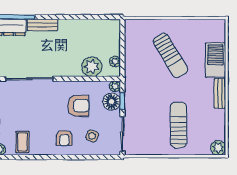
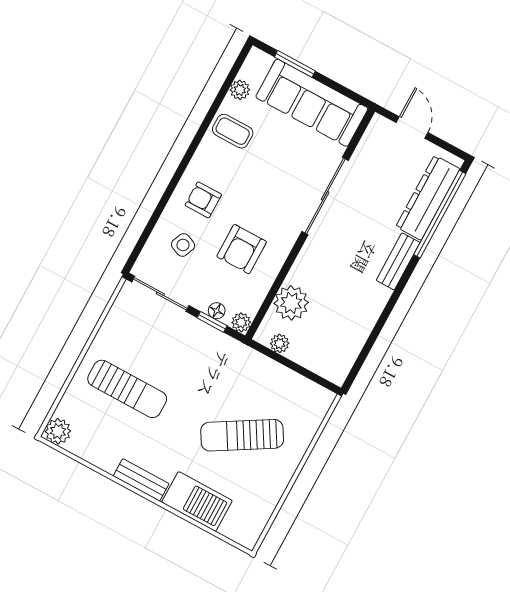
floor lamp: (112, 102) -> (217, 311), width x0.53, depth x0.53

